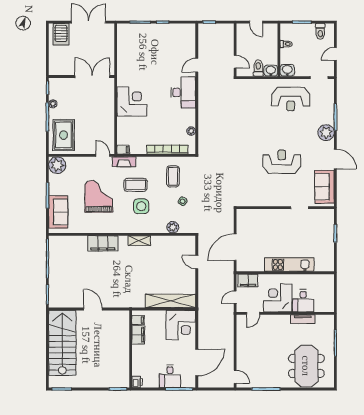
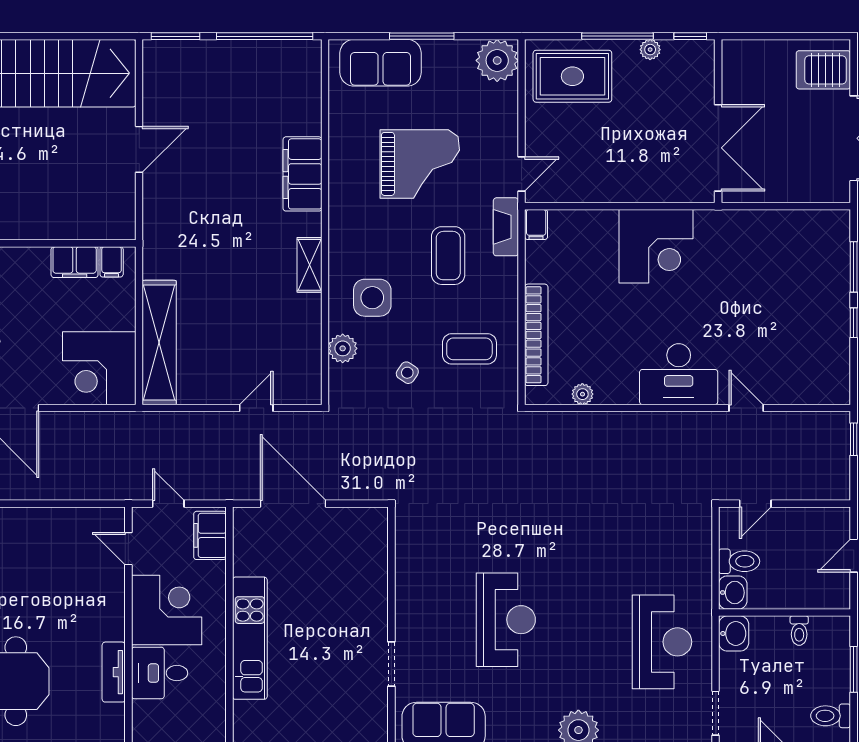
reception desk: (291, 99) -> (662, 642), turned 180
side table: (141, 206) -> (372, 298), moved

